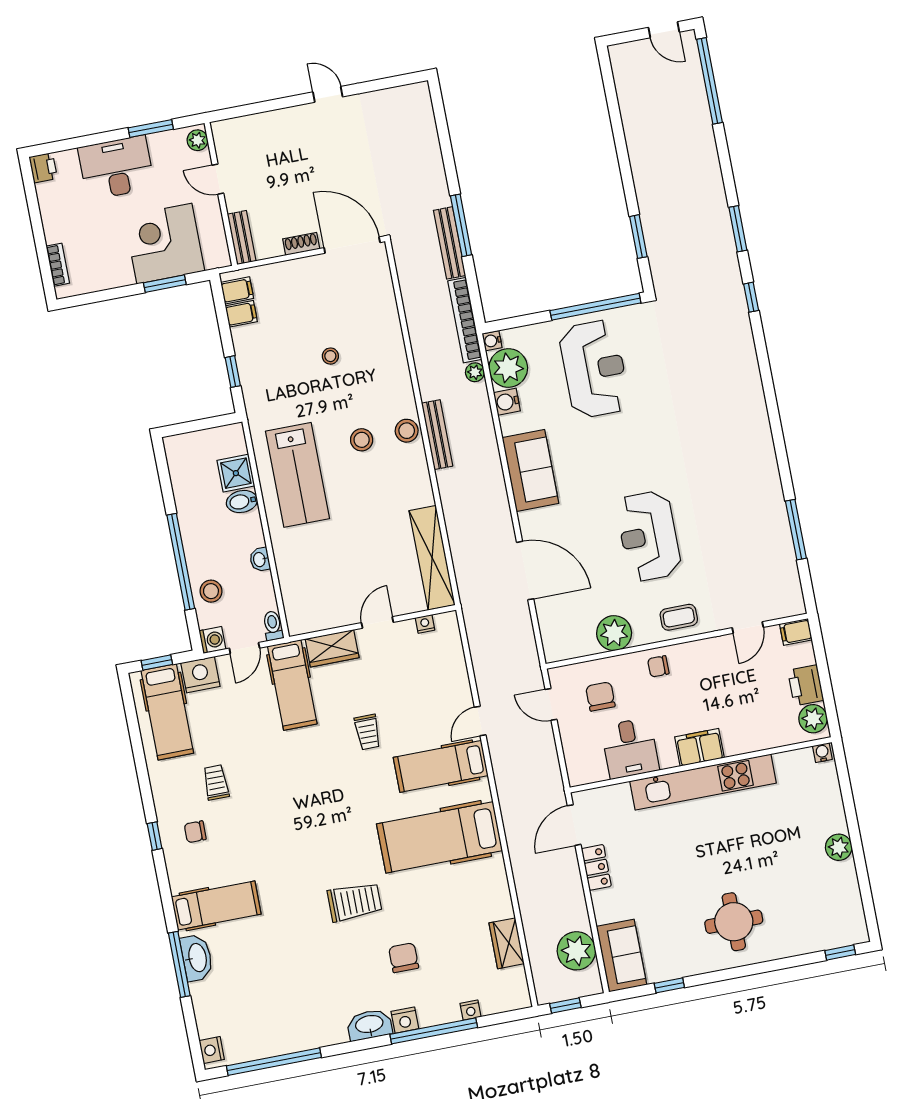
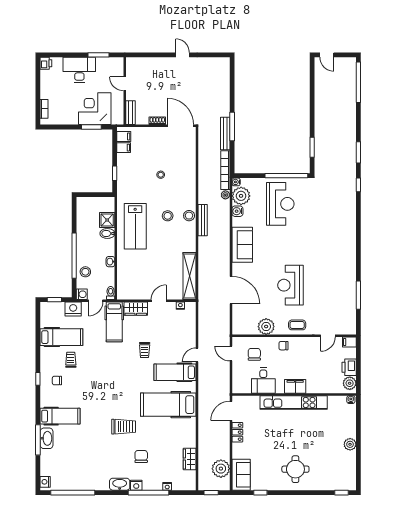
door: (664, 30) -> (327, 55), moved
plant: (197, 140) -> (119, 64), removed
hospital bed: (167, 712) -> (61, 337), moved, turned -90

